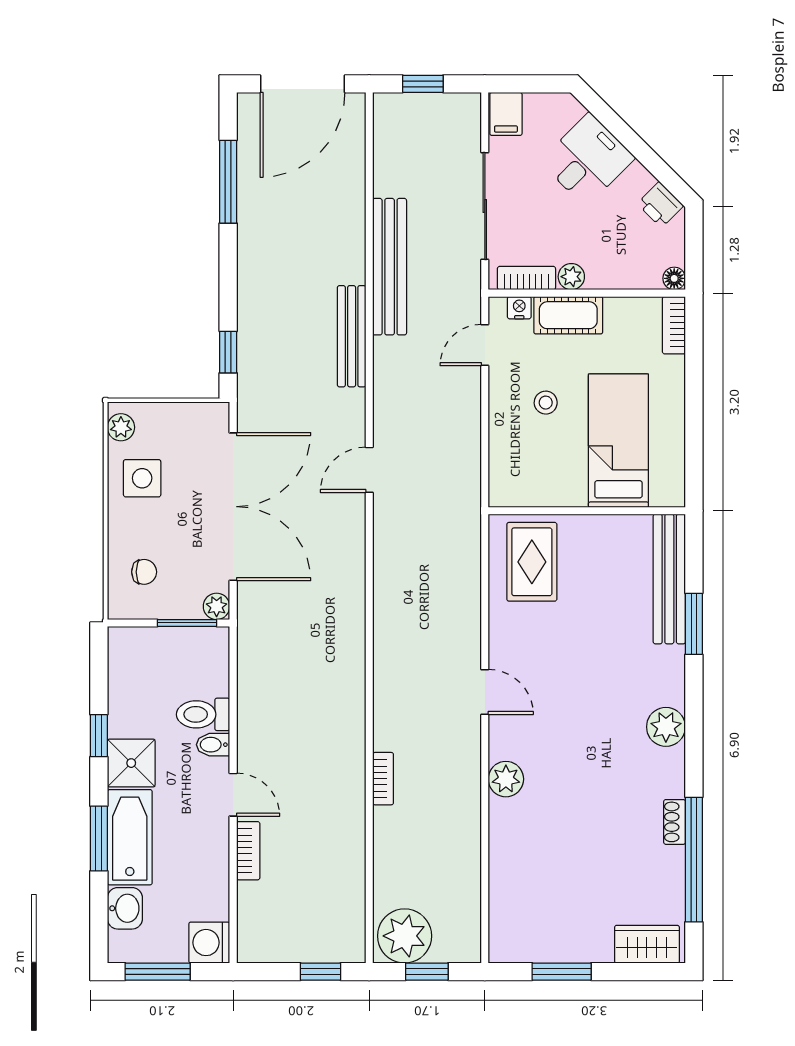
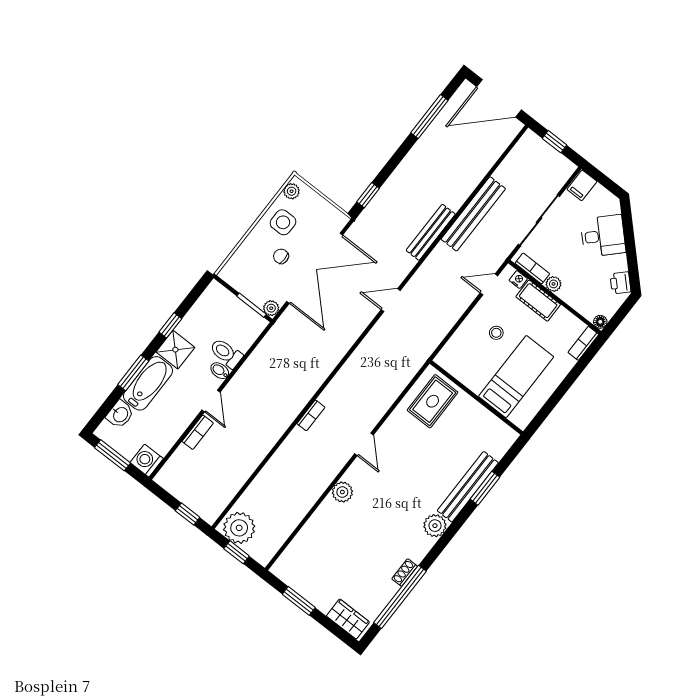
chair: (144, 572) -> (281, 256), moved, turned 180
bench: (669, 579) -> (468, 487), moved
bookcase: (383, 779) -> (311, 415), moved

